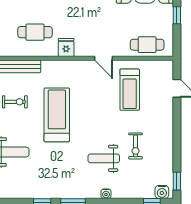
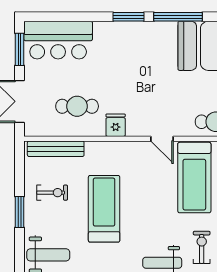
treadmill: (130, 90) -> (194, 178), width x1.37, depth x1.38
exercise bike: (136, 146) -> (202, 247), turned 180

